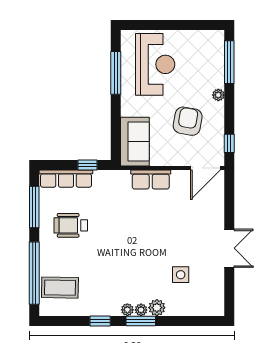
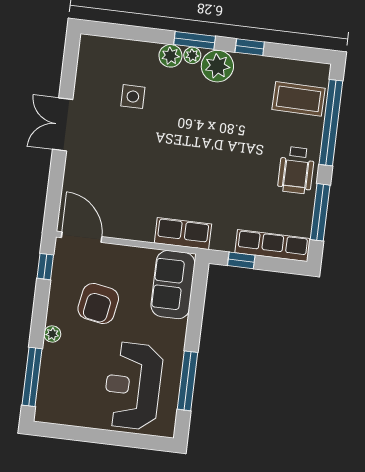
door: (206, 168) -> (82, 237), hinge flipped
row of seats: (151, 180) -> (183, 234), moved
wheelchair: (71, 225) -> (296, 170), moved, turned 90
plant: (127, 310) -> (217, 66), width x1.87, depth x1.87

